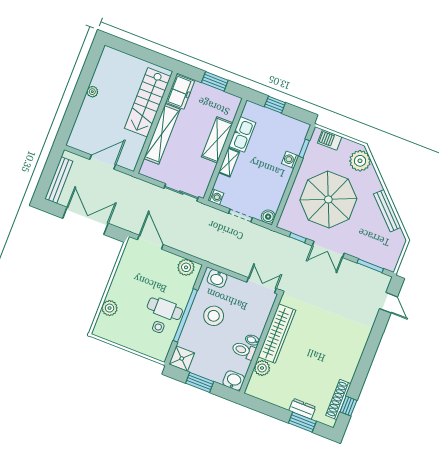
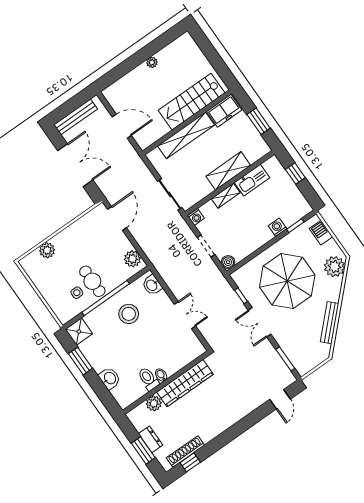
wardrobe: (277, 334) -> (185, 383), moved
bidet: (252, 340) -> (161, 375), moved
wall: (261, 344) -> (166, 383), moved
toilet: (244, 350) -> (148, 379), moved
plant: (262, 368) -> (154, 403), moved

